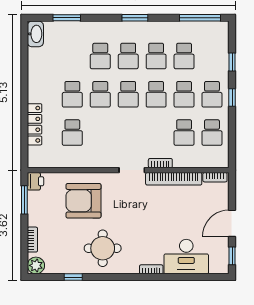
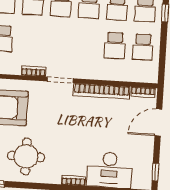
bookcase: (160, 163) -> (34, 71), moved
door: (232, 223) -> (158, 122), moved

